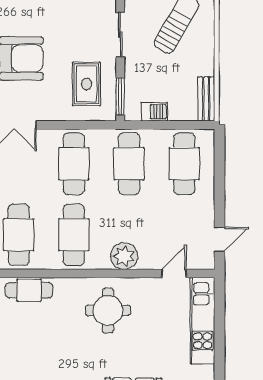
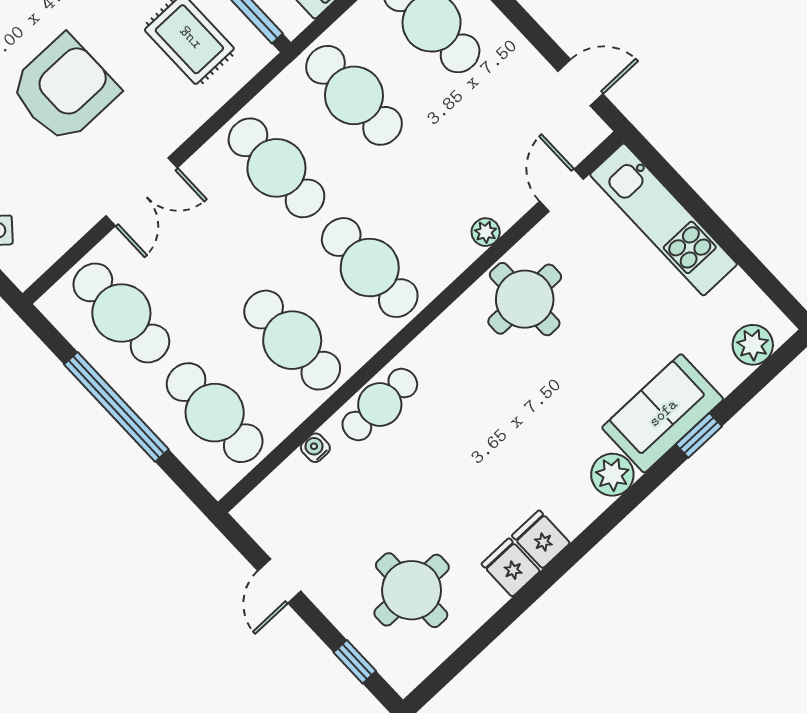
door: (220, 239) -> (580, 83), hinge flipped
plant: (124, 256) -> (486, 232), width x0.53, depth x0.53
round table: (108, 310) -> (525, 299), moved

